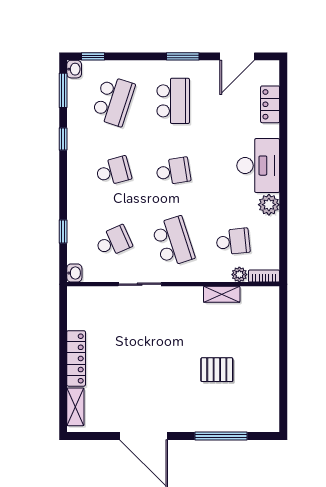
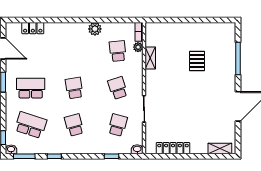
desk: (258, 166) -> (71, 35), removed
school desk: (113, 242) -> (118, 125), turned 39
school desk: (173, 242) -> (118, 88), width x0.54
locker: (76, 358) -> (173, 148), moved

